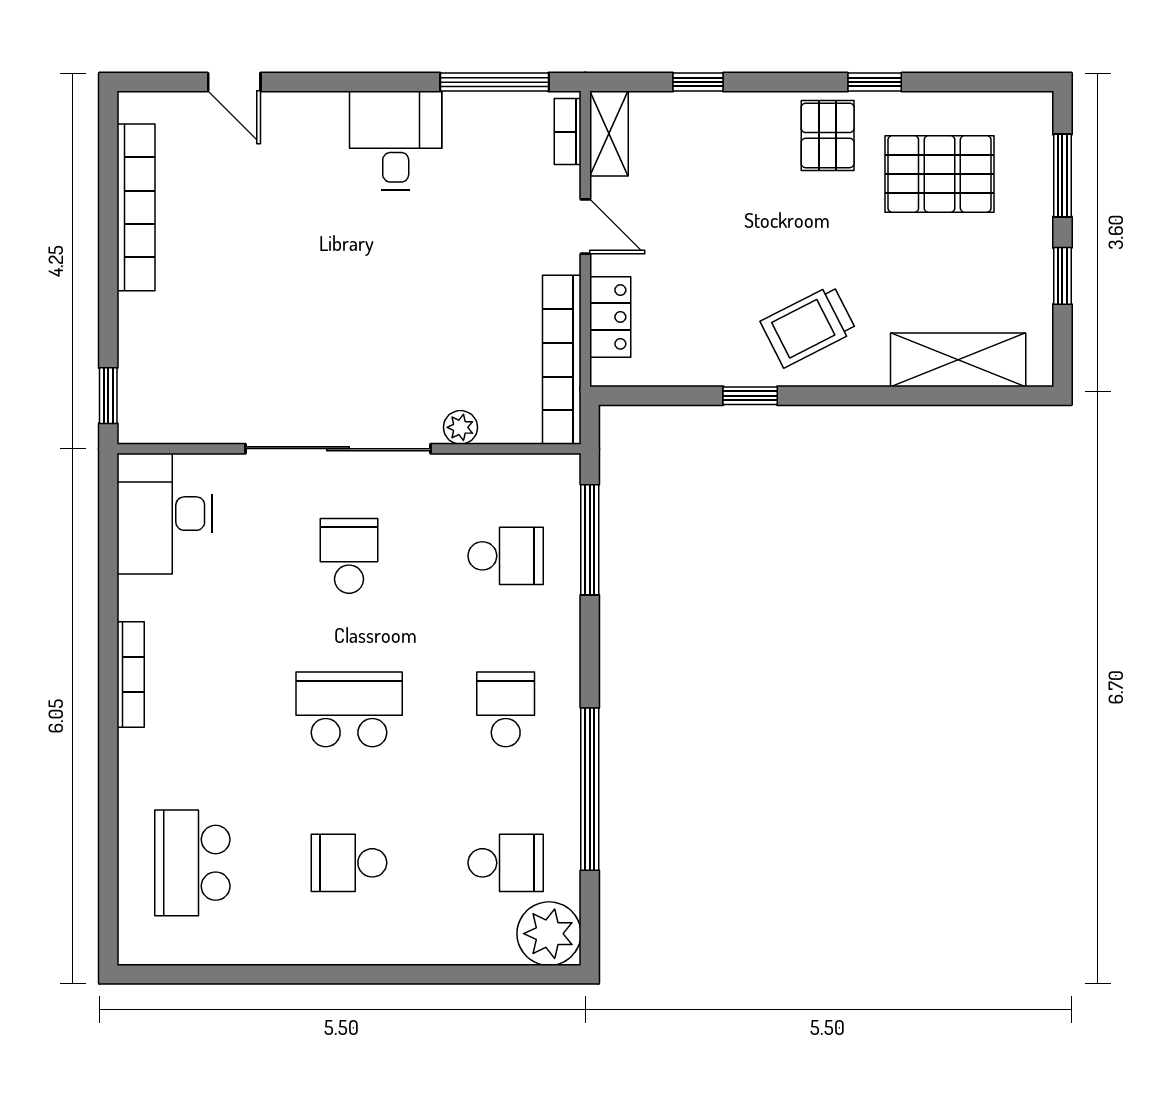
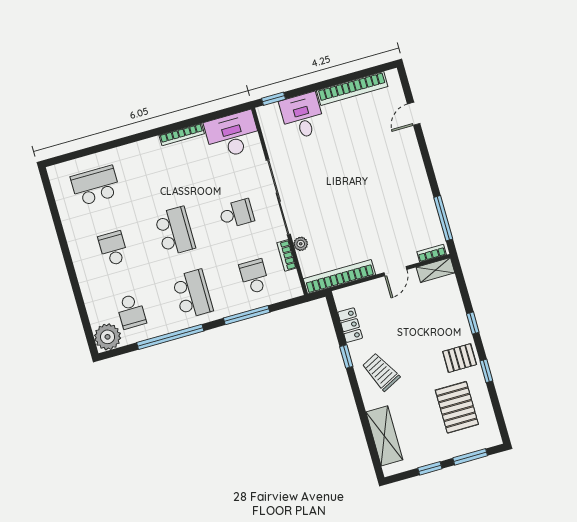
window: (698, 82) -> (473, 323), moved
desk: (396, 140) -> (302, 116), moved, turned -90
locker: (610, 317) -> (350, 325), moved, turned -90
bookcase: (478, 467) -> (287, 255), added
window: (590, 540) -> (247, 315), moved
school desk: (506, 556) -> (254, 277), turned 180
bookcase: (131, 674) -> (182, 134), moved
school desk: (506, 709) -> (193, 294), width x1.85

